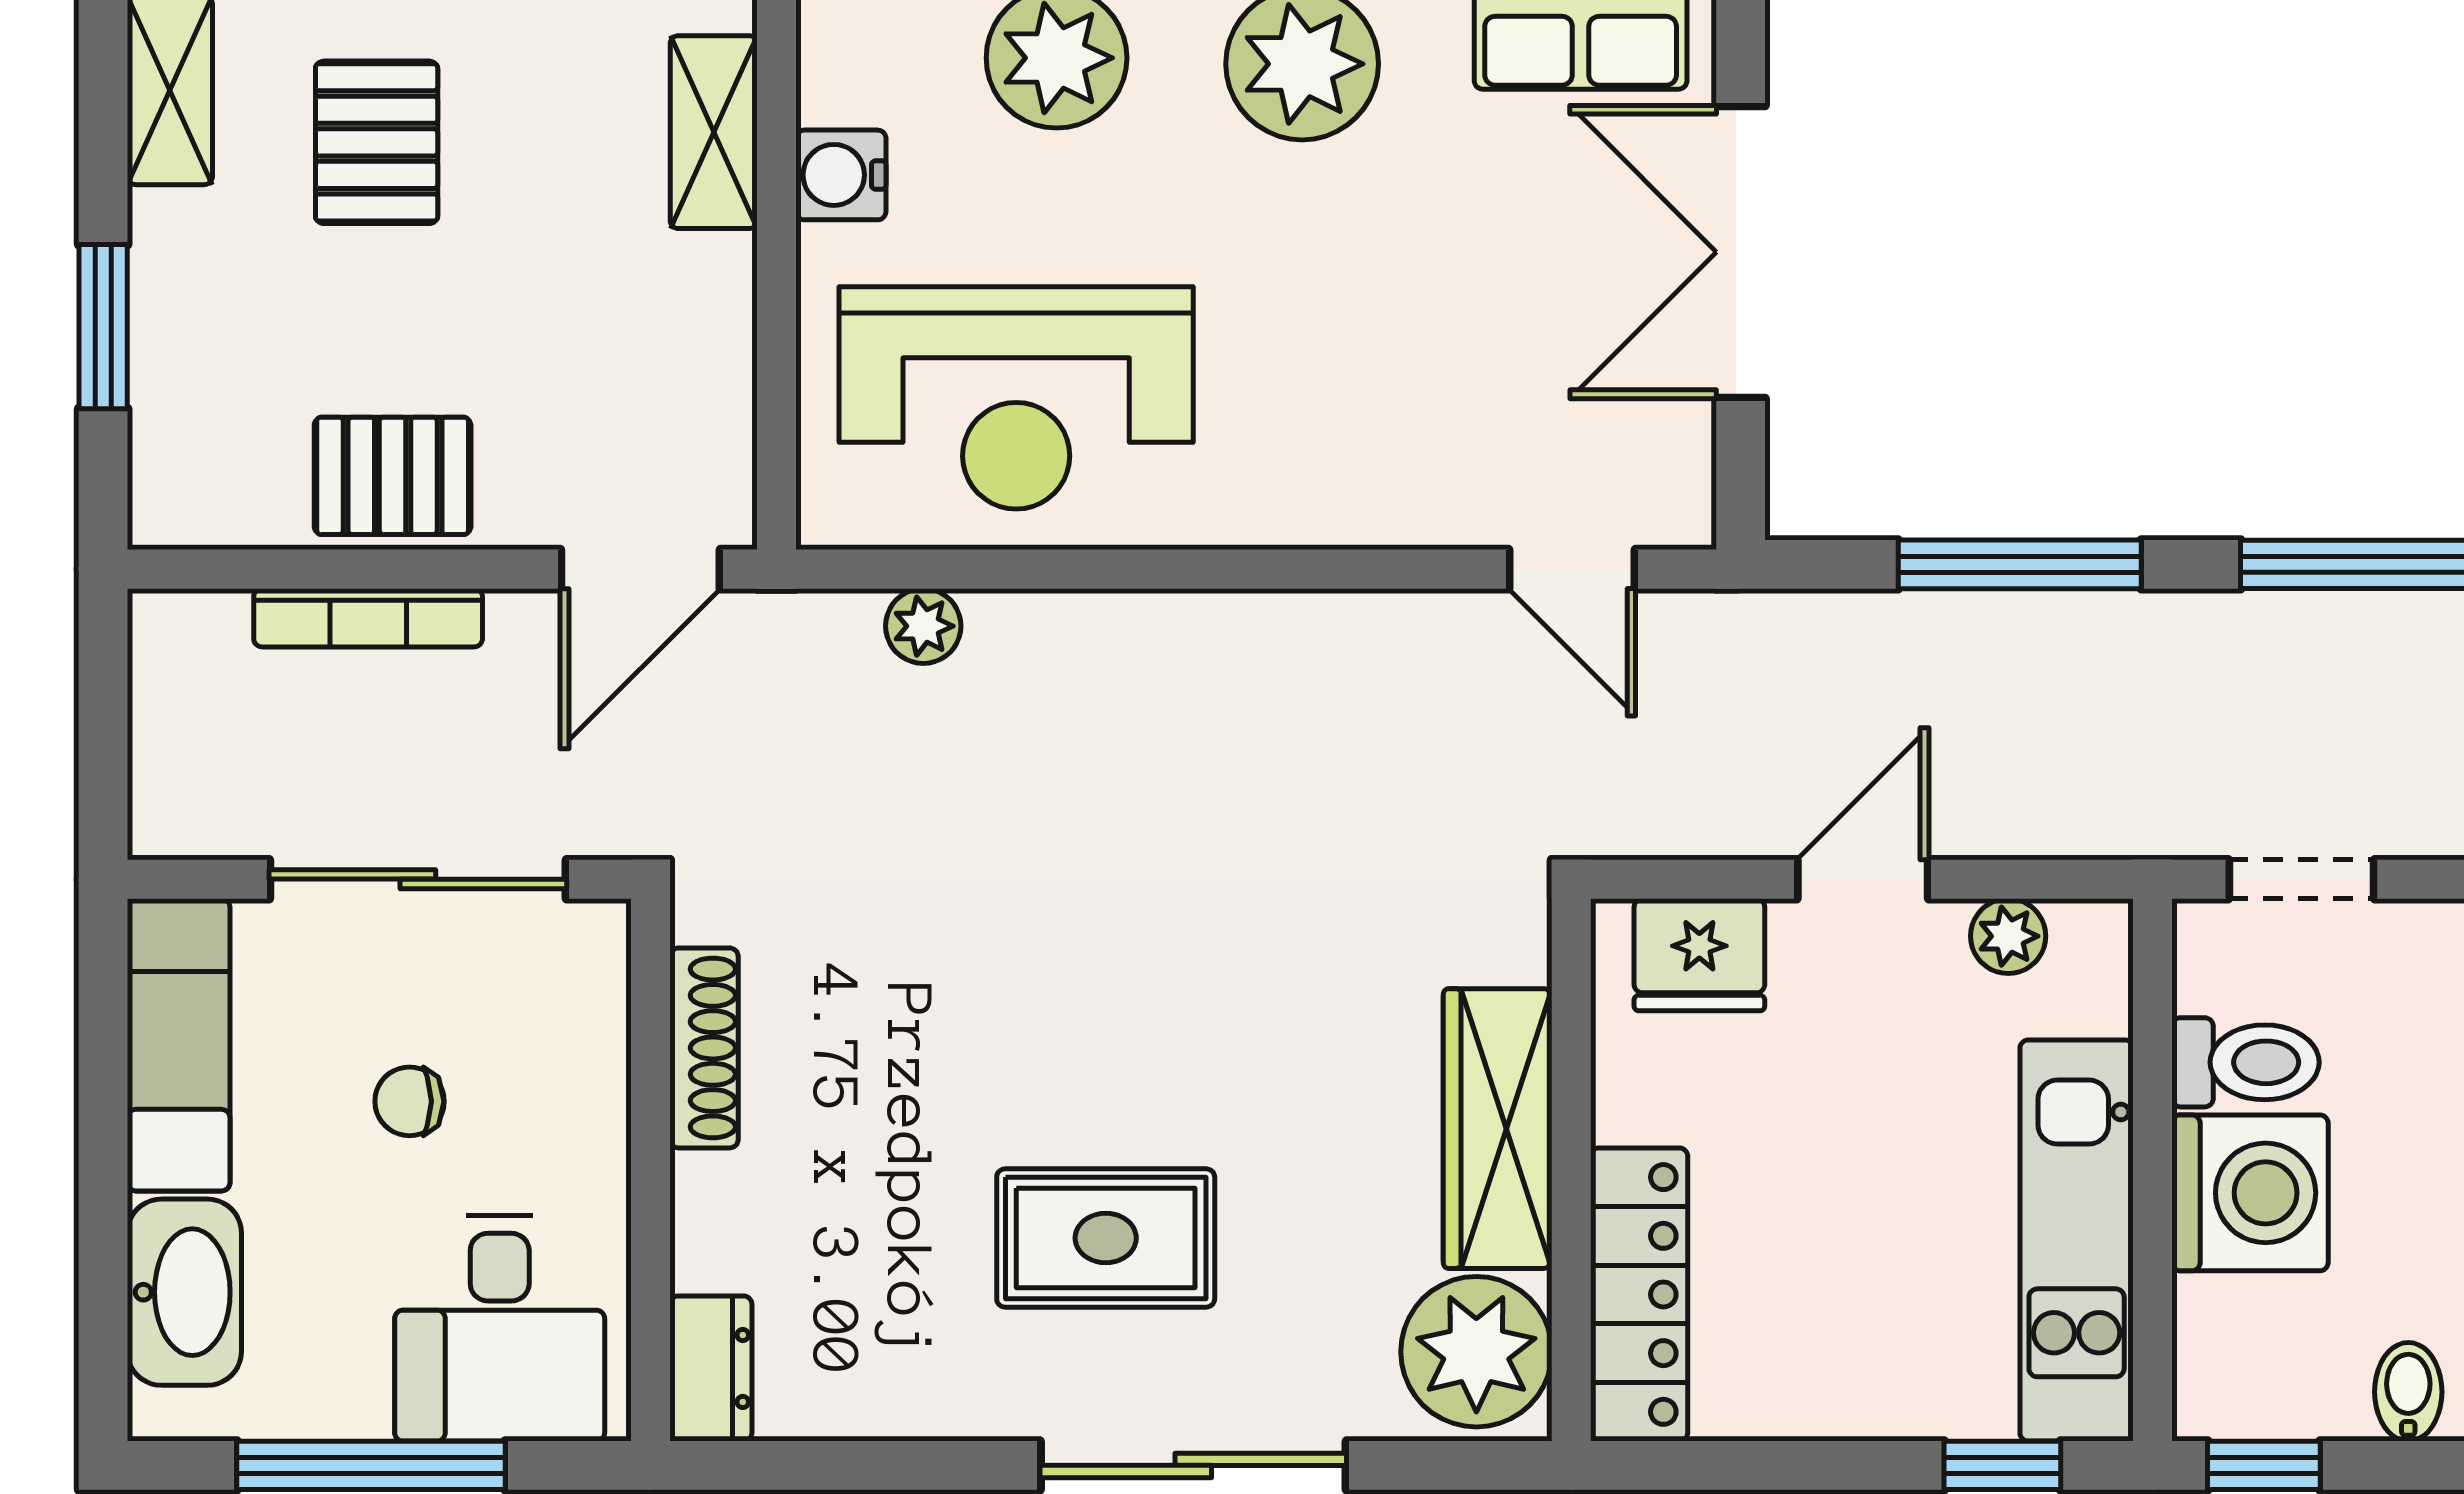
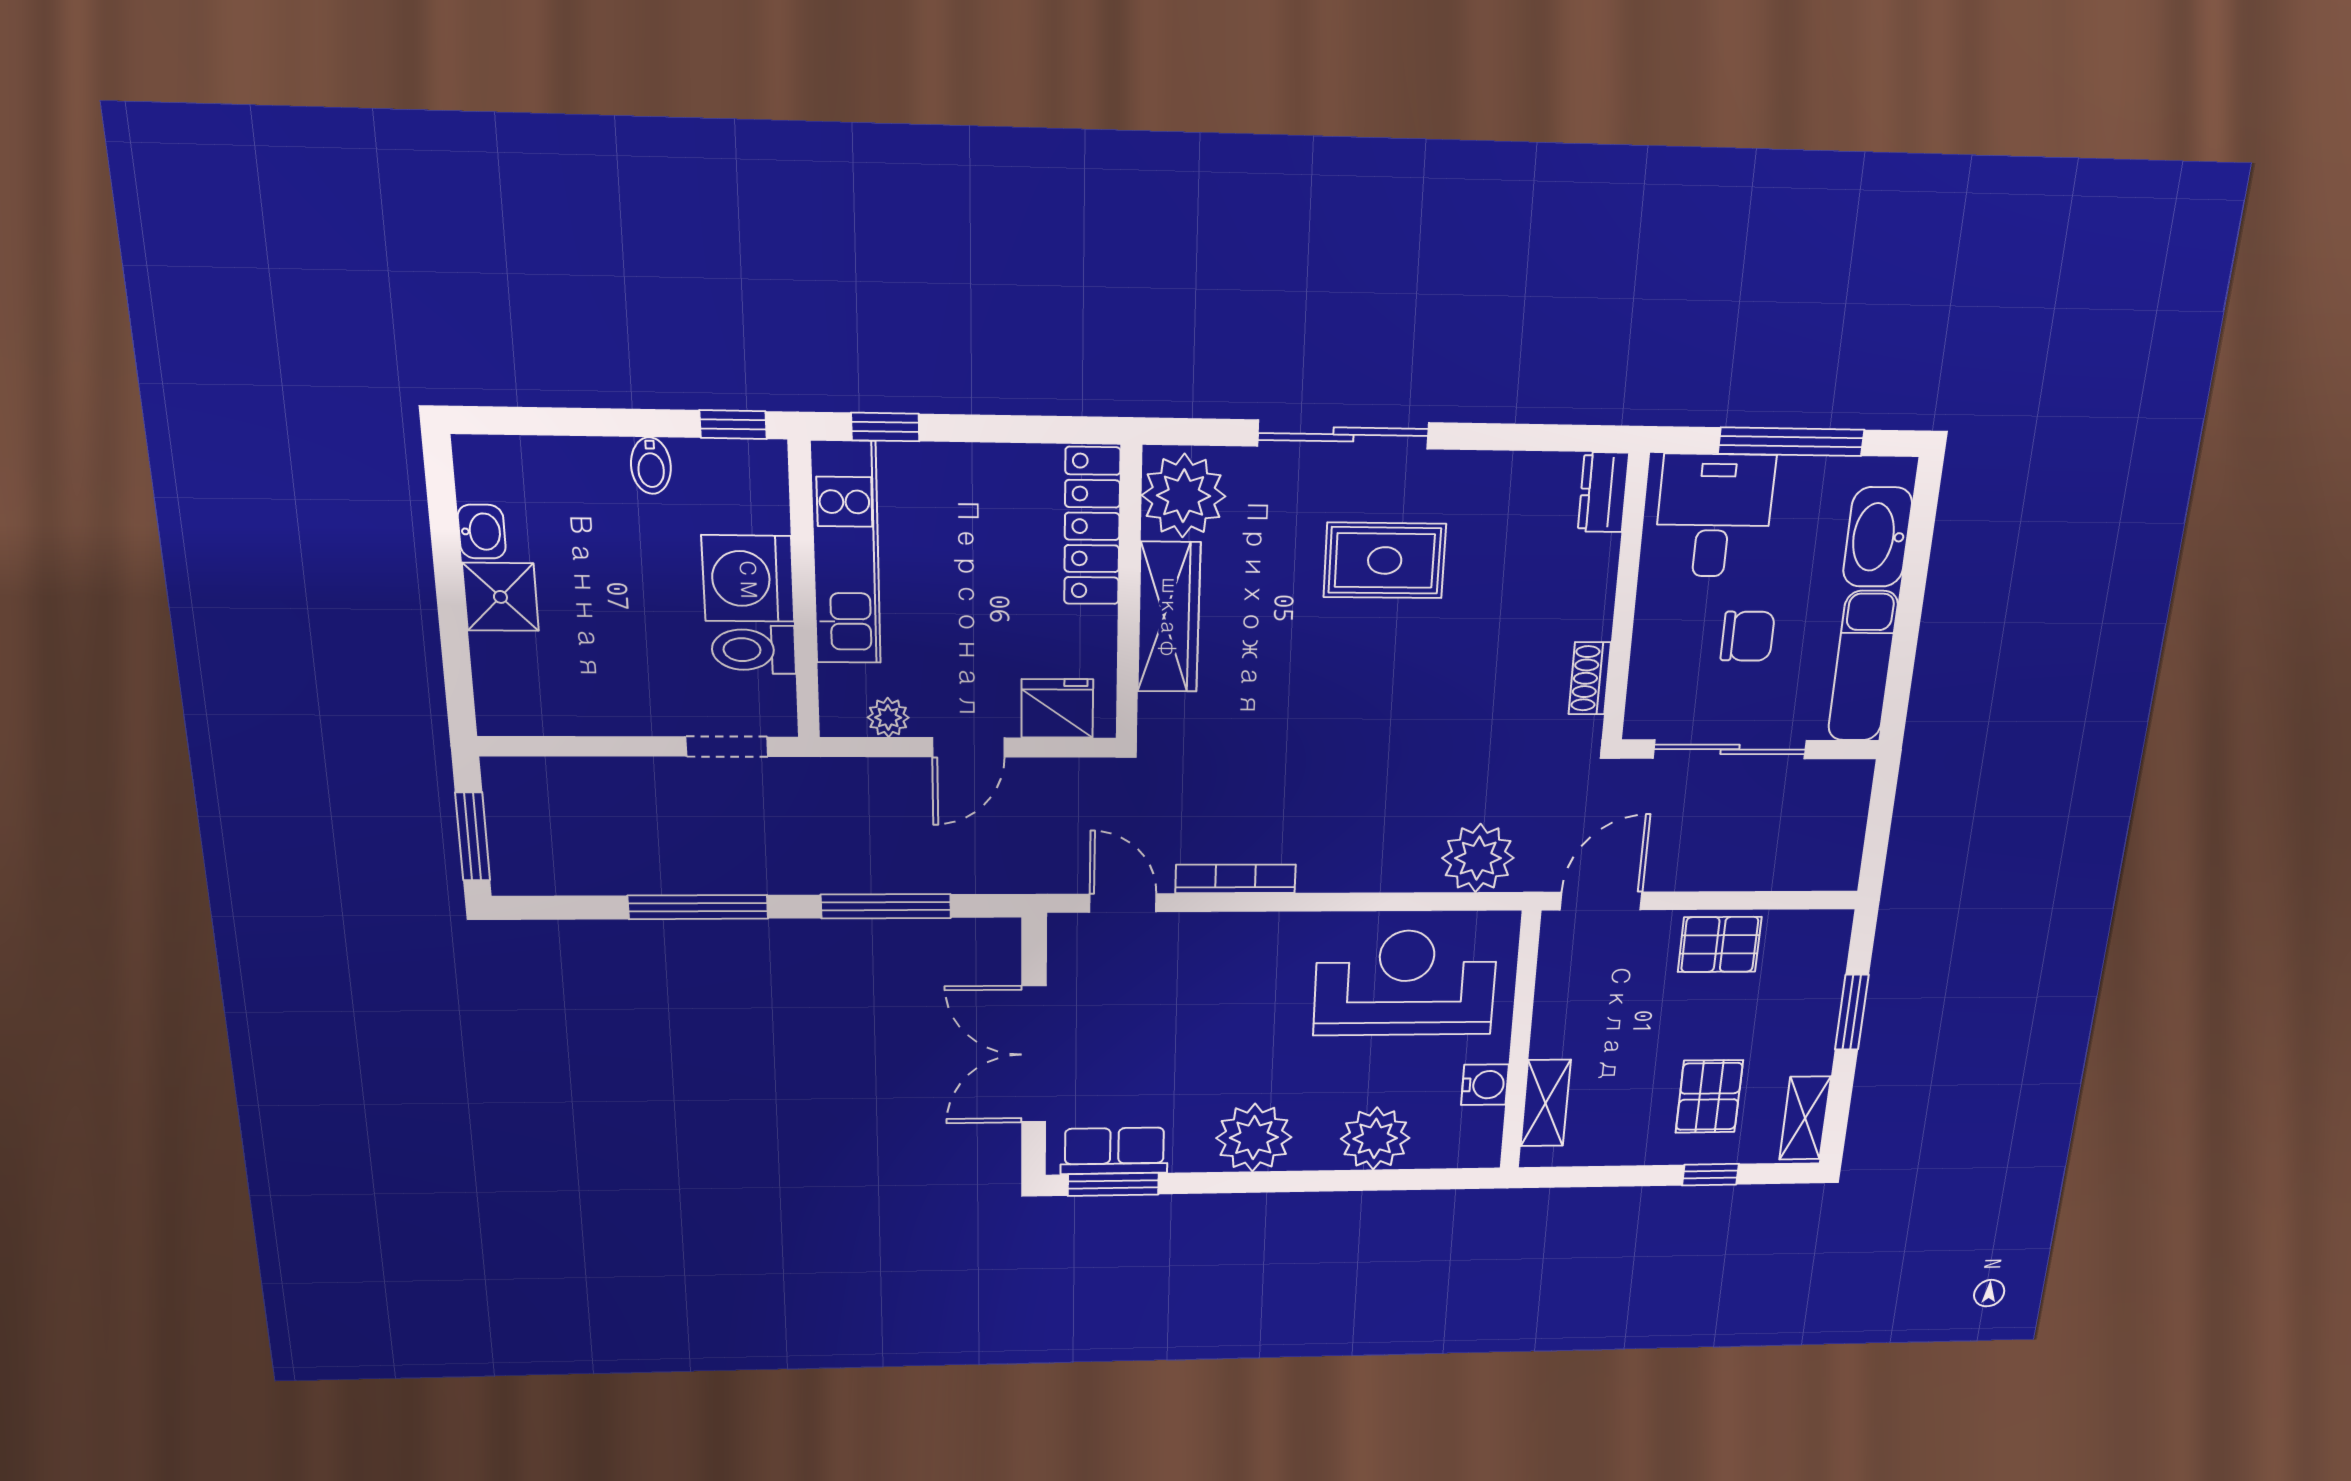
double door: (1741, 252) -> (1034, 1055), swing flipped
bookcase: (368, 618) -> (1236, 879), moved
plant: (923, 626) -> (1478, 858), width x1.88, depth x1.88
shoe rack: (704, 1048) -> (1590, 678), width x0.70
chair: (409, 1101) -> (1748, 636), width x1.37, depth x1.37

